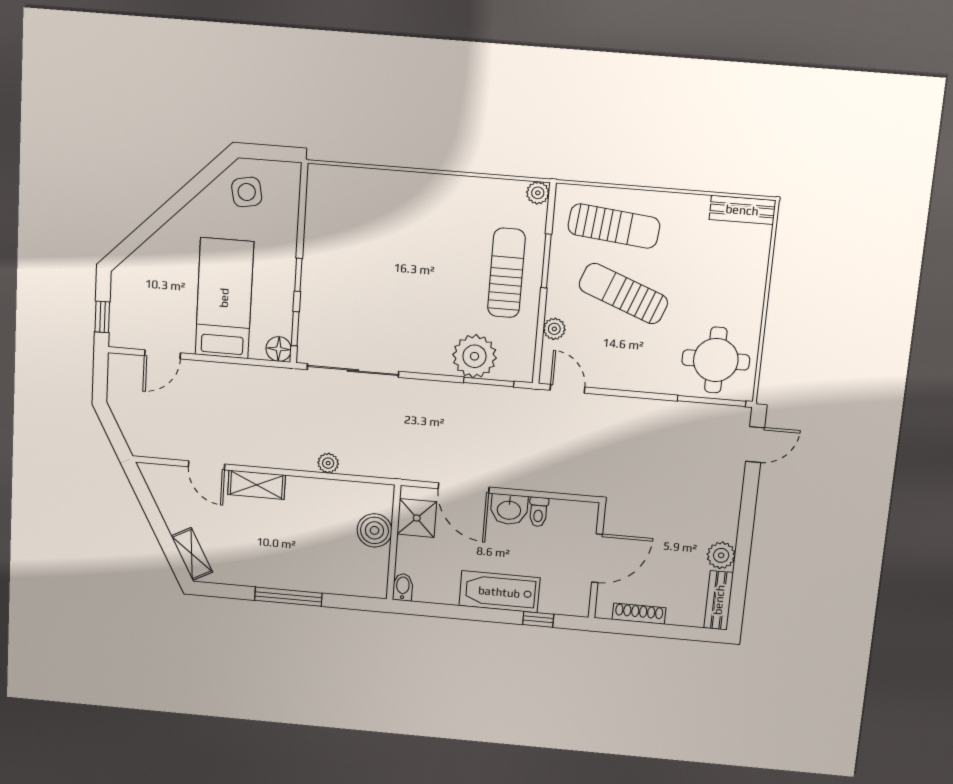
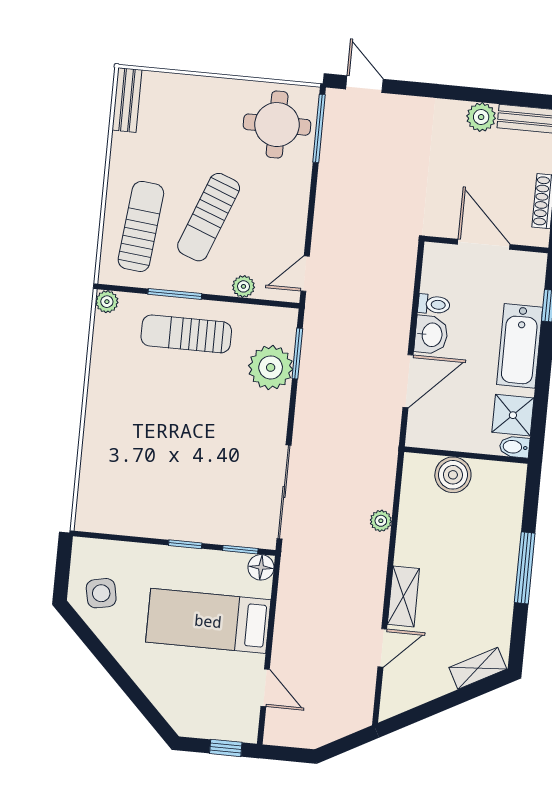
shower: (417, 518) -> (513, 415), moved

